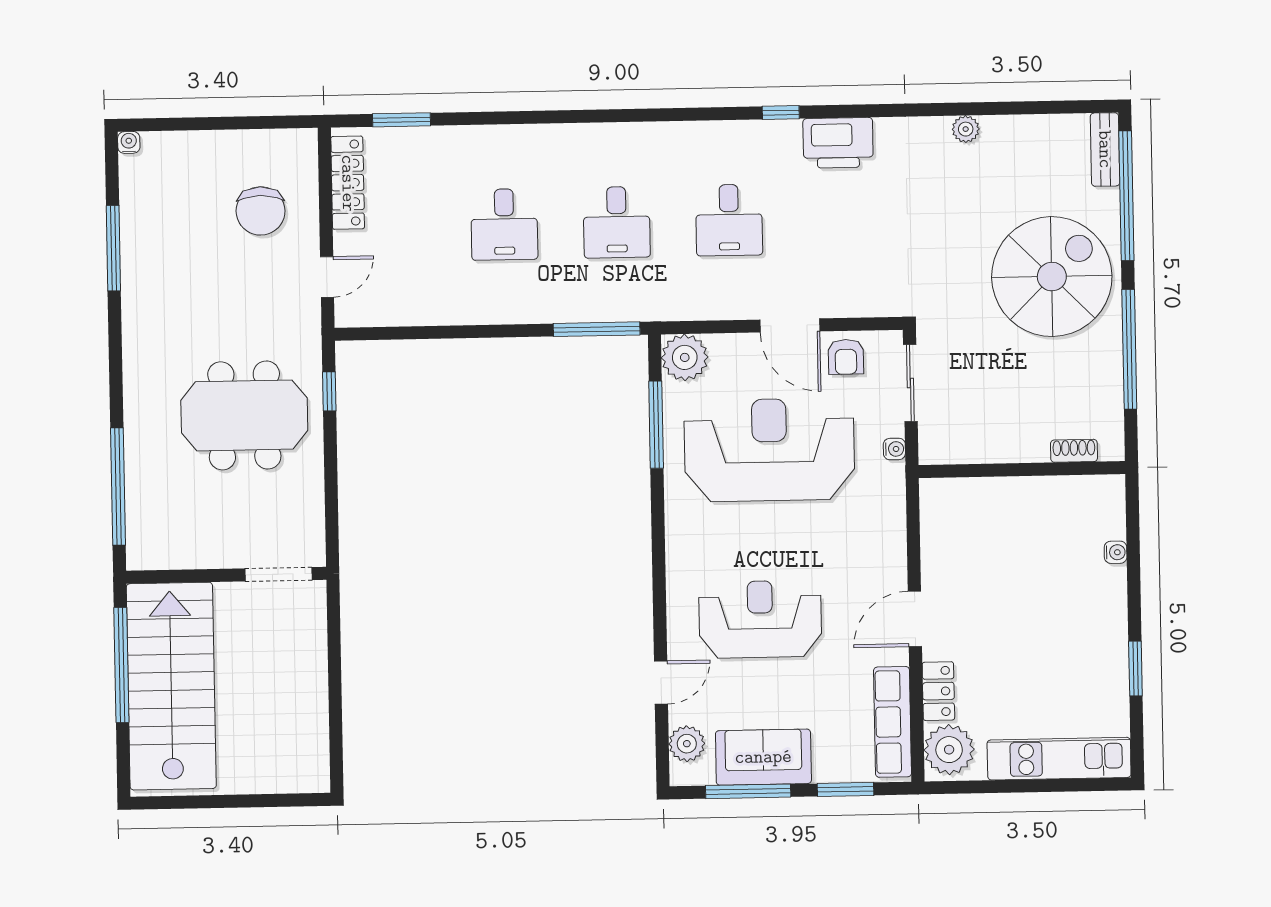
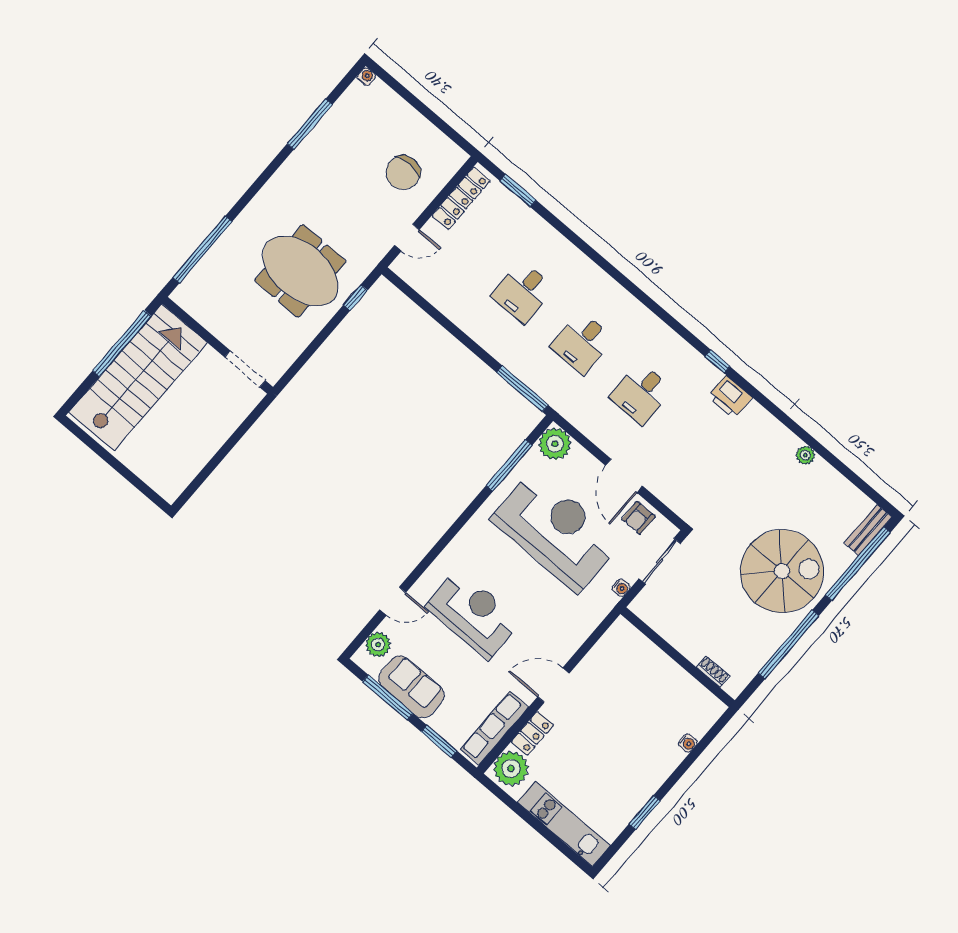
printer: (838, 143) -> (730, 397), width x0.73, depth x0.84

